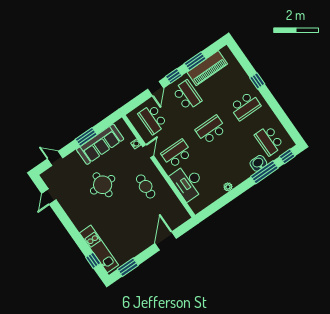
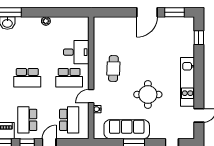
desk: (188, 182) -> (76, 52), width x0.73
door: (166, 241) -> (147, 12), moved
kitchen unit: (99, 249) -> (188, 82), moved

